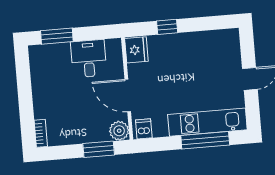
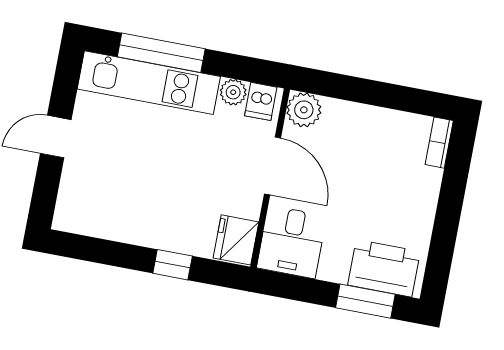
printer: (52, 57) -> (384, 268), added
desk: (89, 59) -> (292, 242), moved
plant: (160, 130) -> (233, 92), added
window: (99, 149) -> (348, 88), removed

